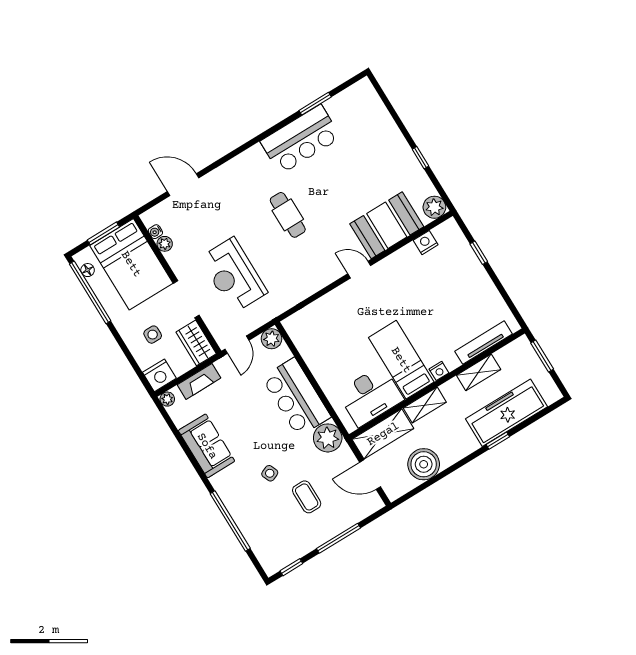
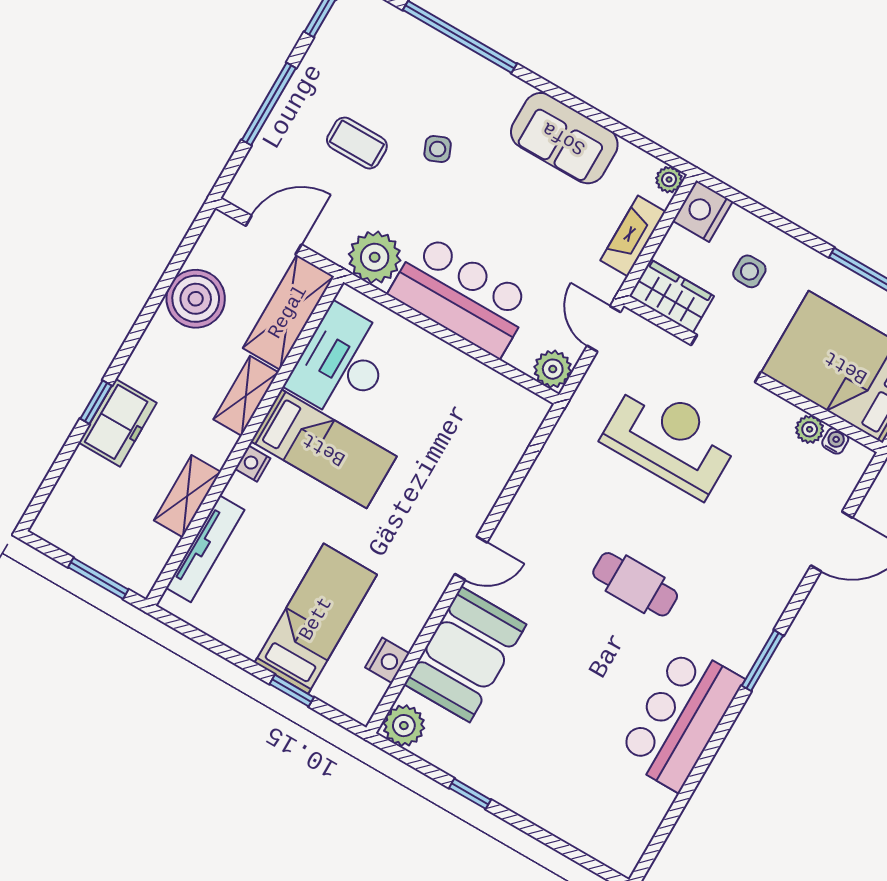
window: (315, 104) -> (763, 661), moved
bed: (449, 281) -> (316, 619), added
freezer: (506, 413) -> (118, 423), width x0.52, depth x0.79

